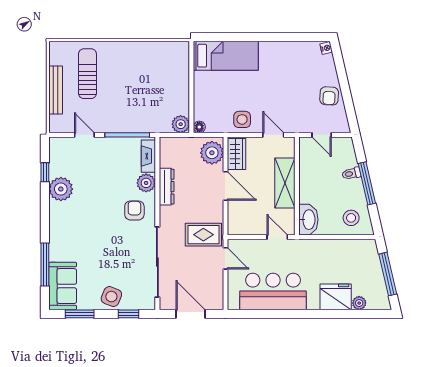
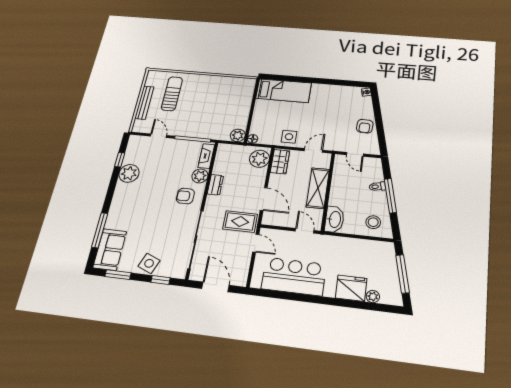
door: (273, 135) -> (313, 150), hinge flipped
door: (225, 186) -> (264, 199), moved
dresser: (167, 187) -> (215, 185), width x0.70
armchair: (134, 210) -> (185, 196), turned -90

